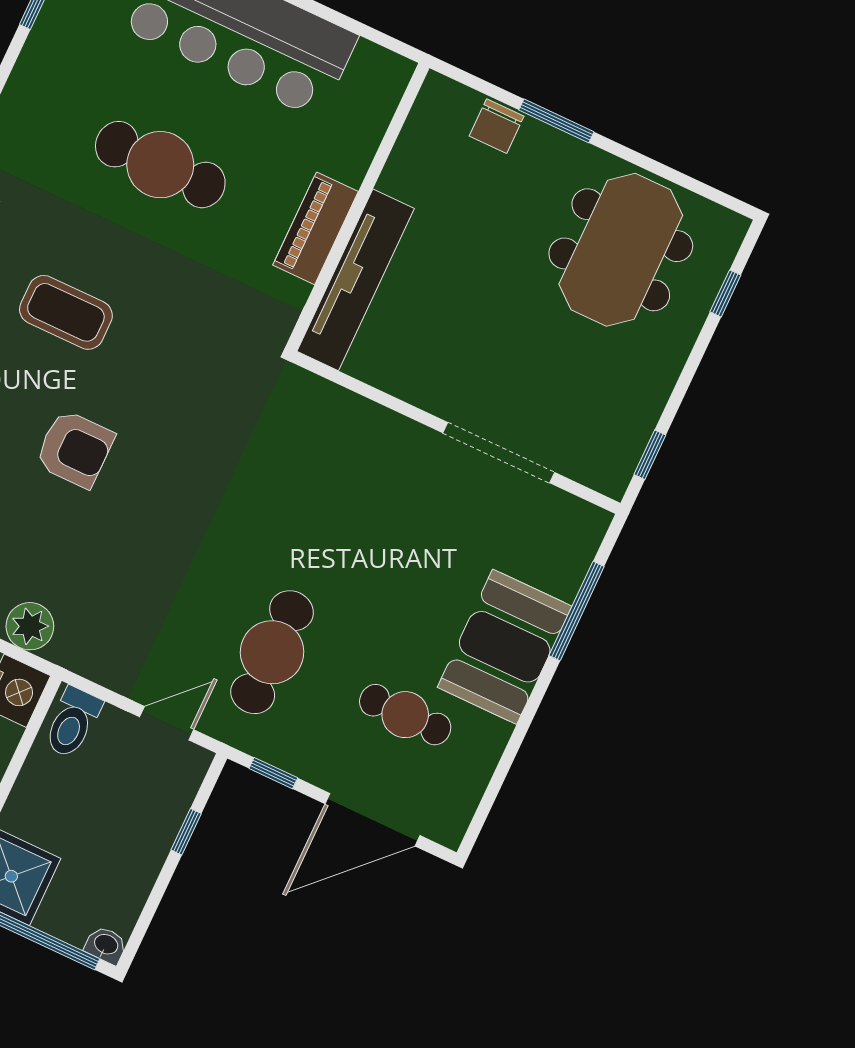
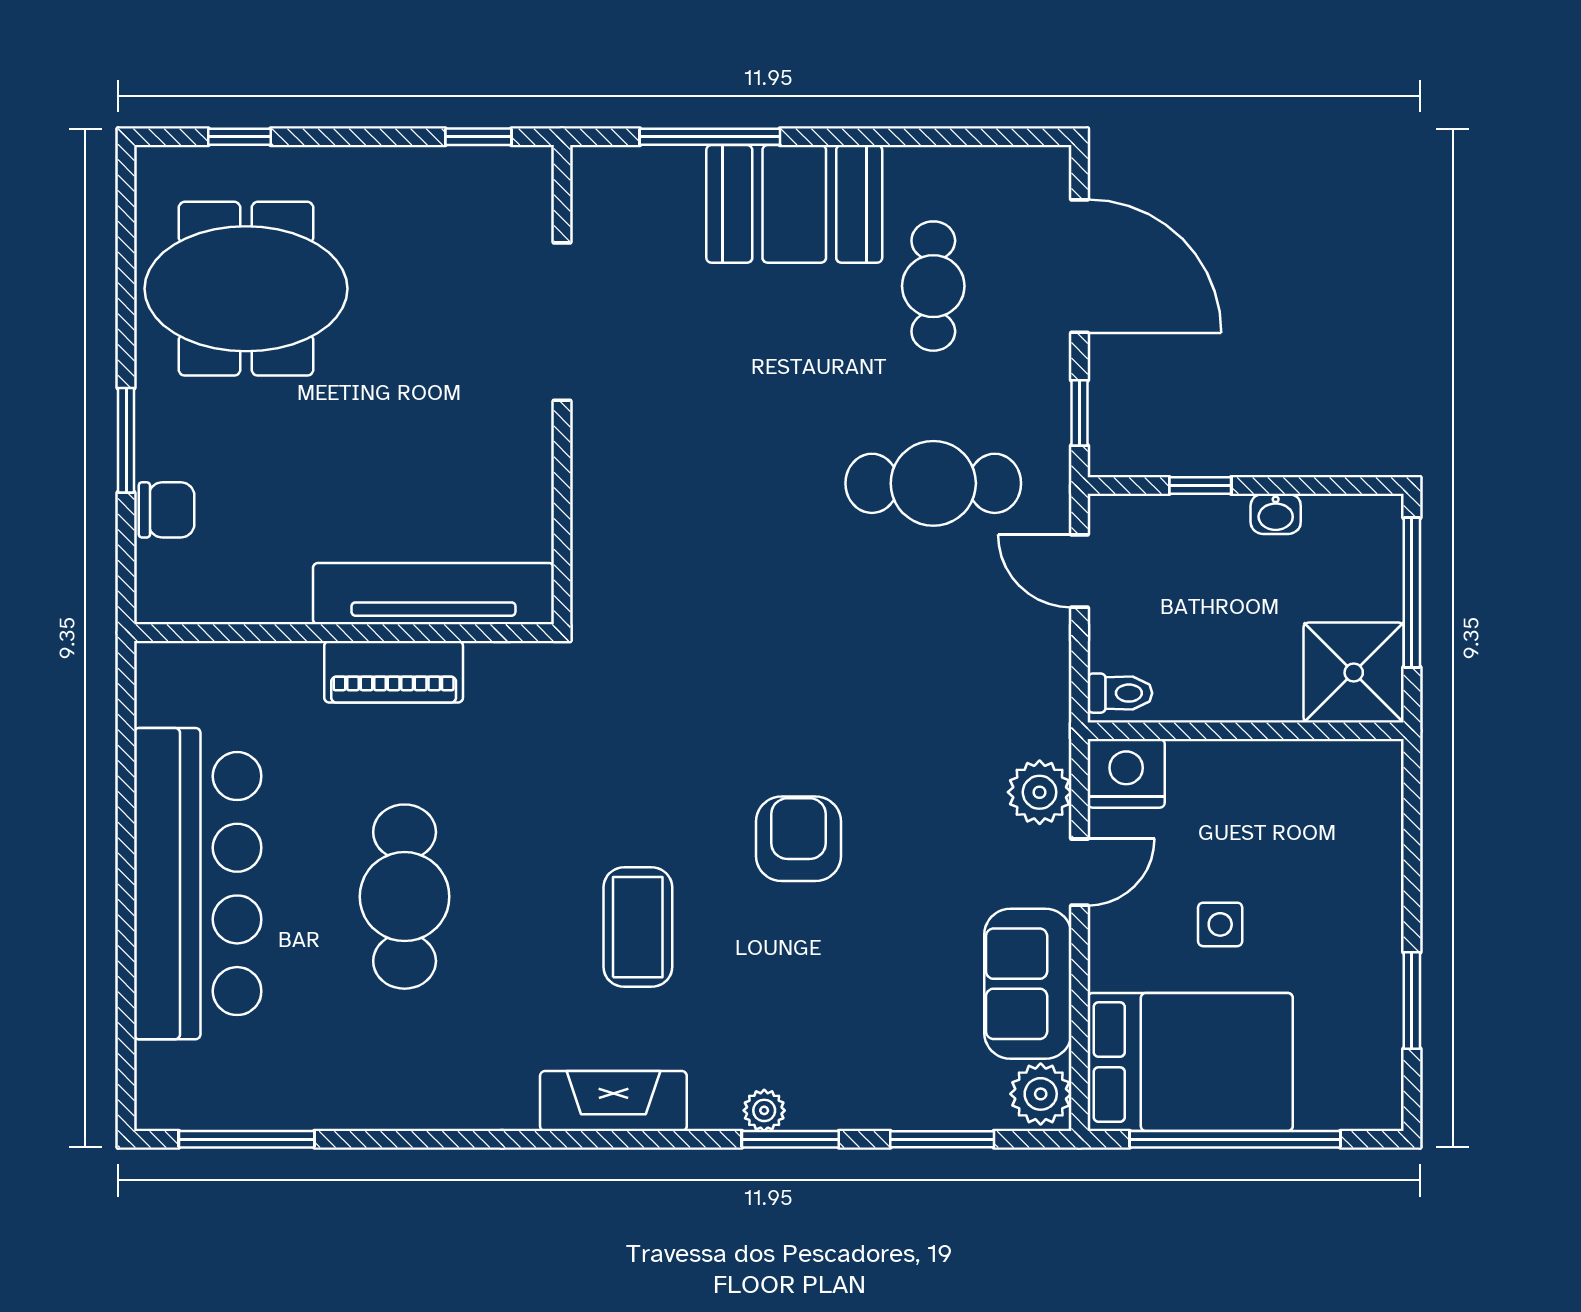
toilet: (72, 723) -> (1120, 693), width x0.73, depth x0.72
washbasin: (106, 945) -> (1276, 514), moved, turned -90

